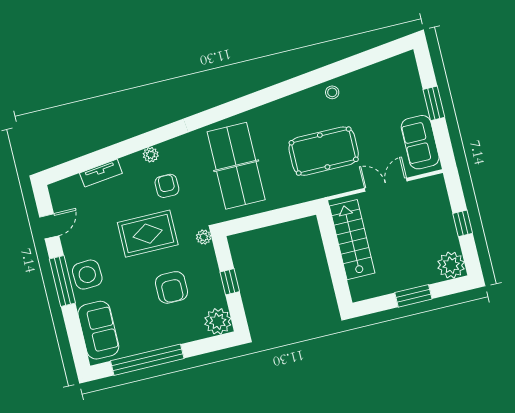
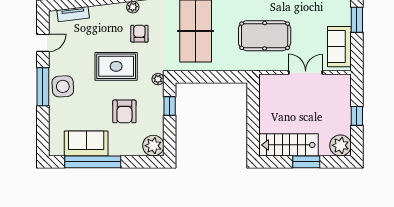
tv unit: (101, 173) -> (73, 14), moved
stairs: (352, 240) -> (289, 145), moved, turned -90
window: (230, 282) -> (170, 106), moved
sofa: (98, 330) -> (86, 143), moved, turned -90

